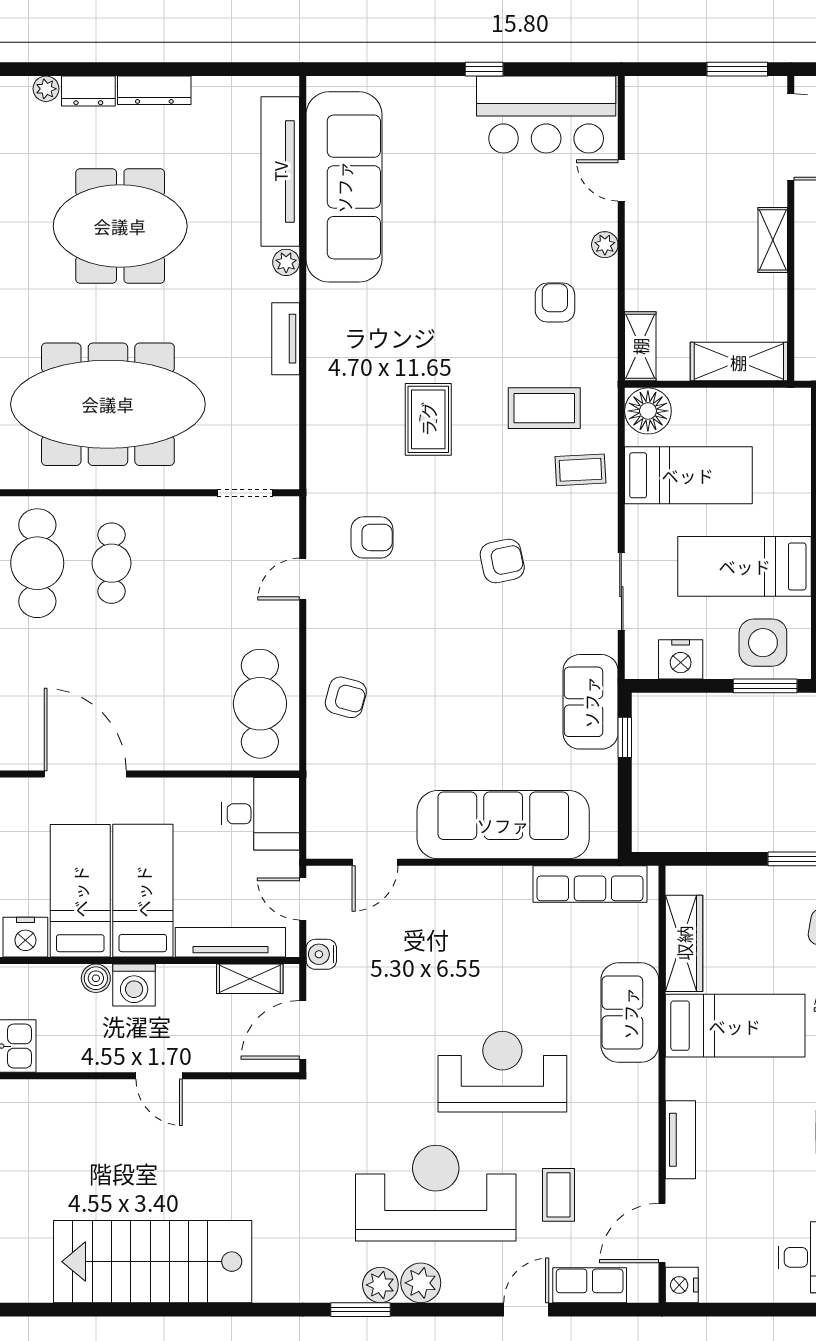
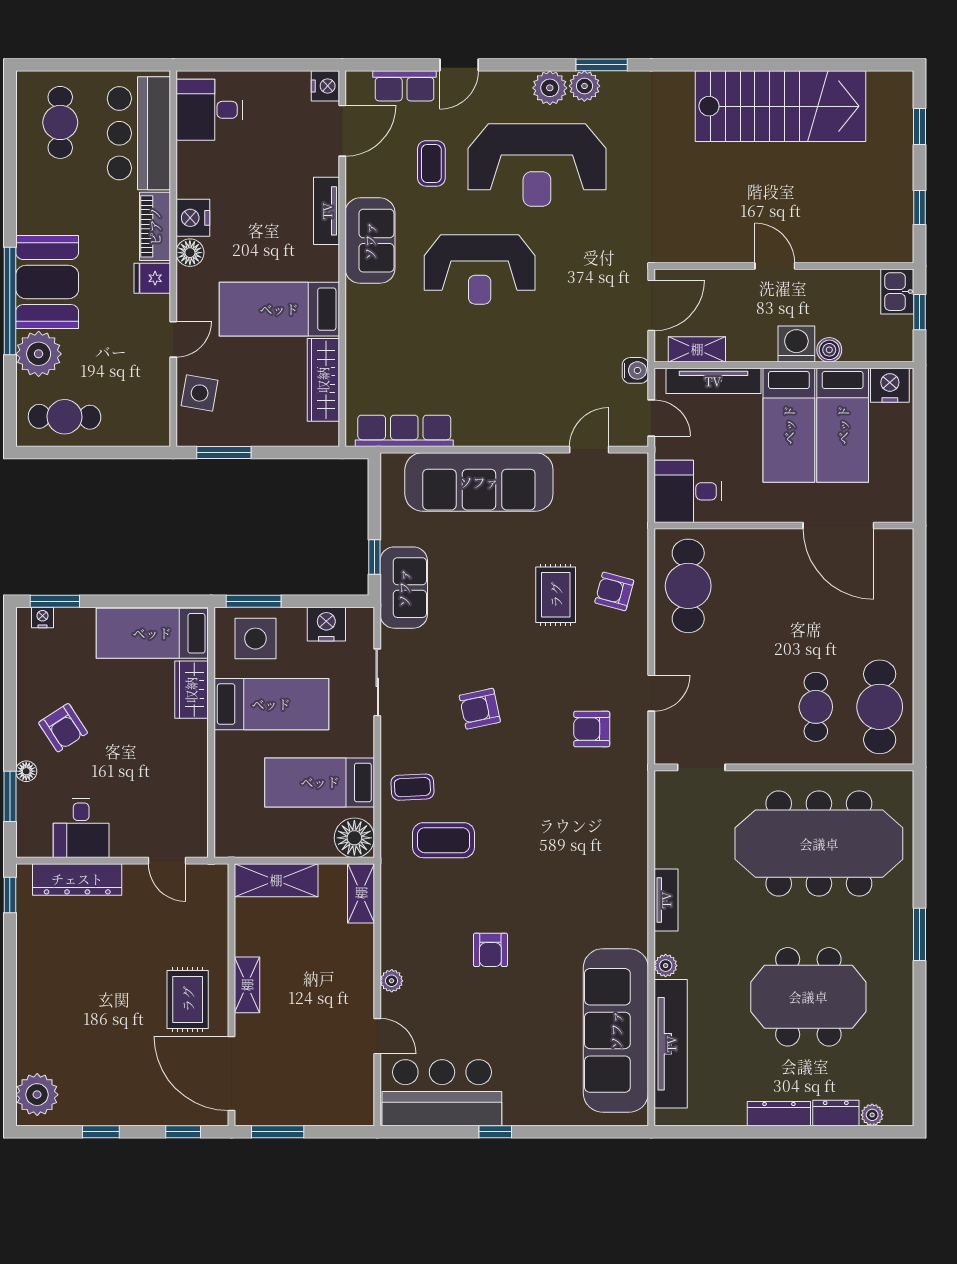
armchair: (555, 302) -> (490, 950), moved
rug: (428, 419) -> (556, 595), moved
sofa: (630, 1013) -> (370, 241), moved

